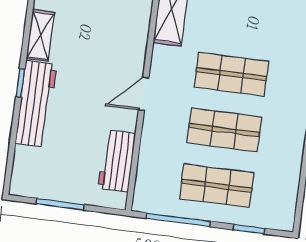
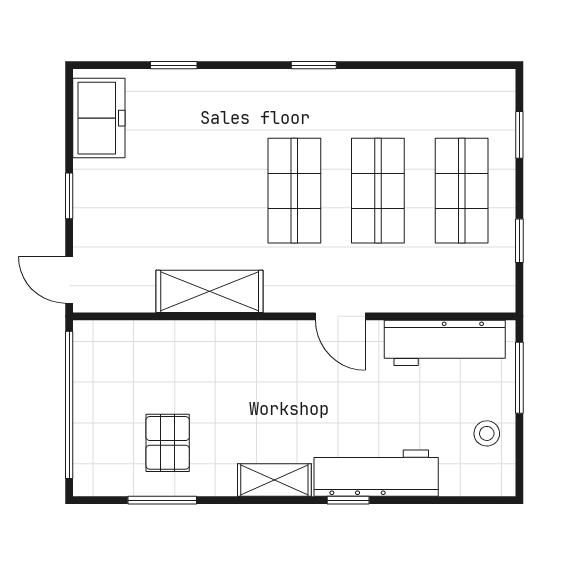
workbench: (117, 161) -> (445, 343), width x1.38
stool: (53, 181) -> (487, 433), added
window: (60, 204) -> (519, 378), moved
window: (178, 220) -> (519, 241), width x0.46

